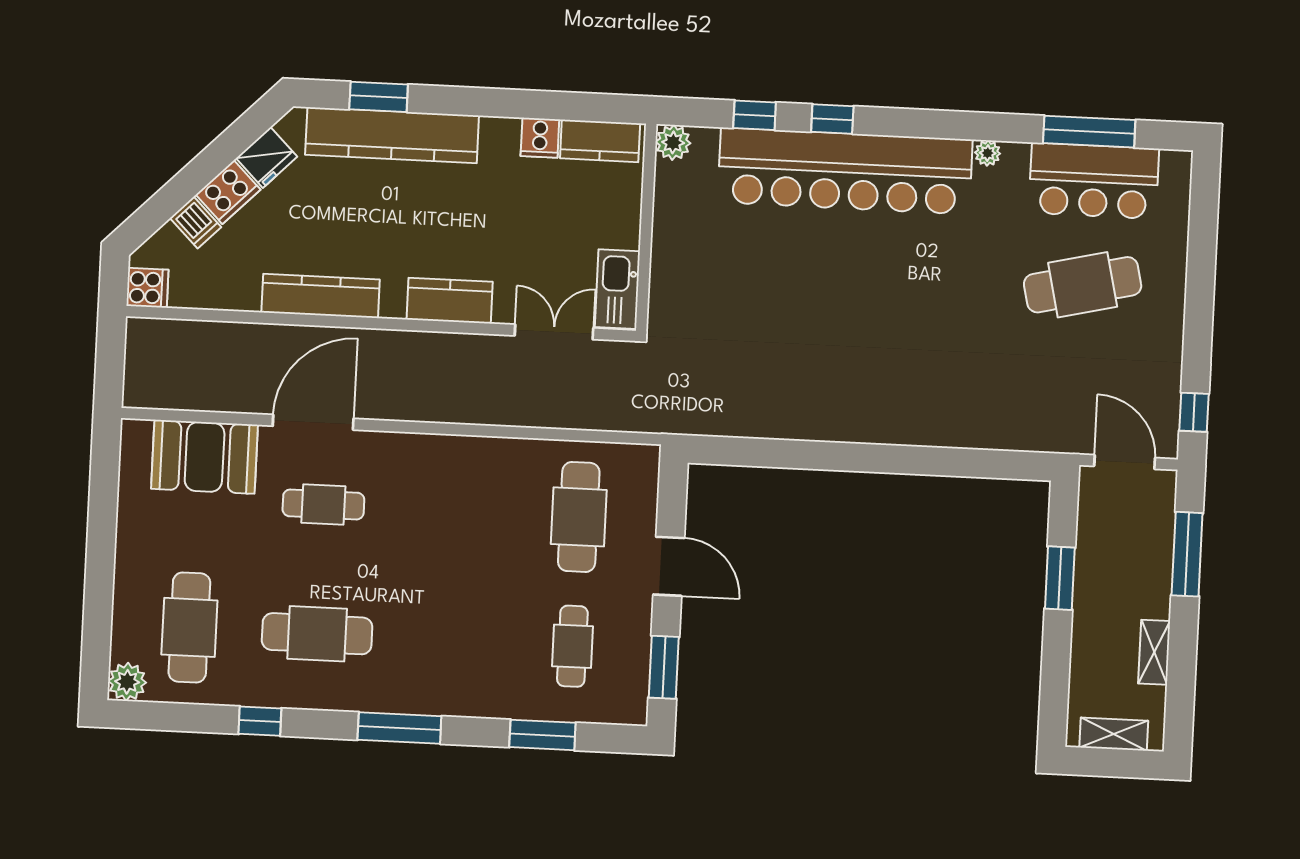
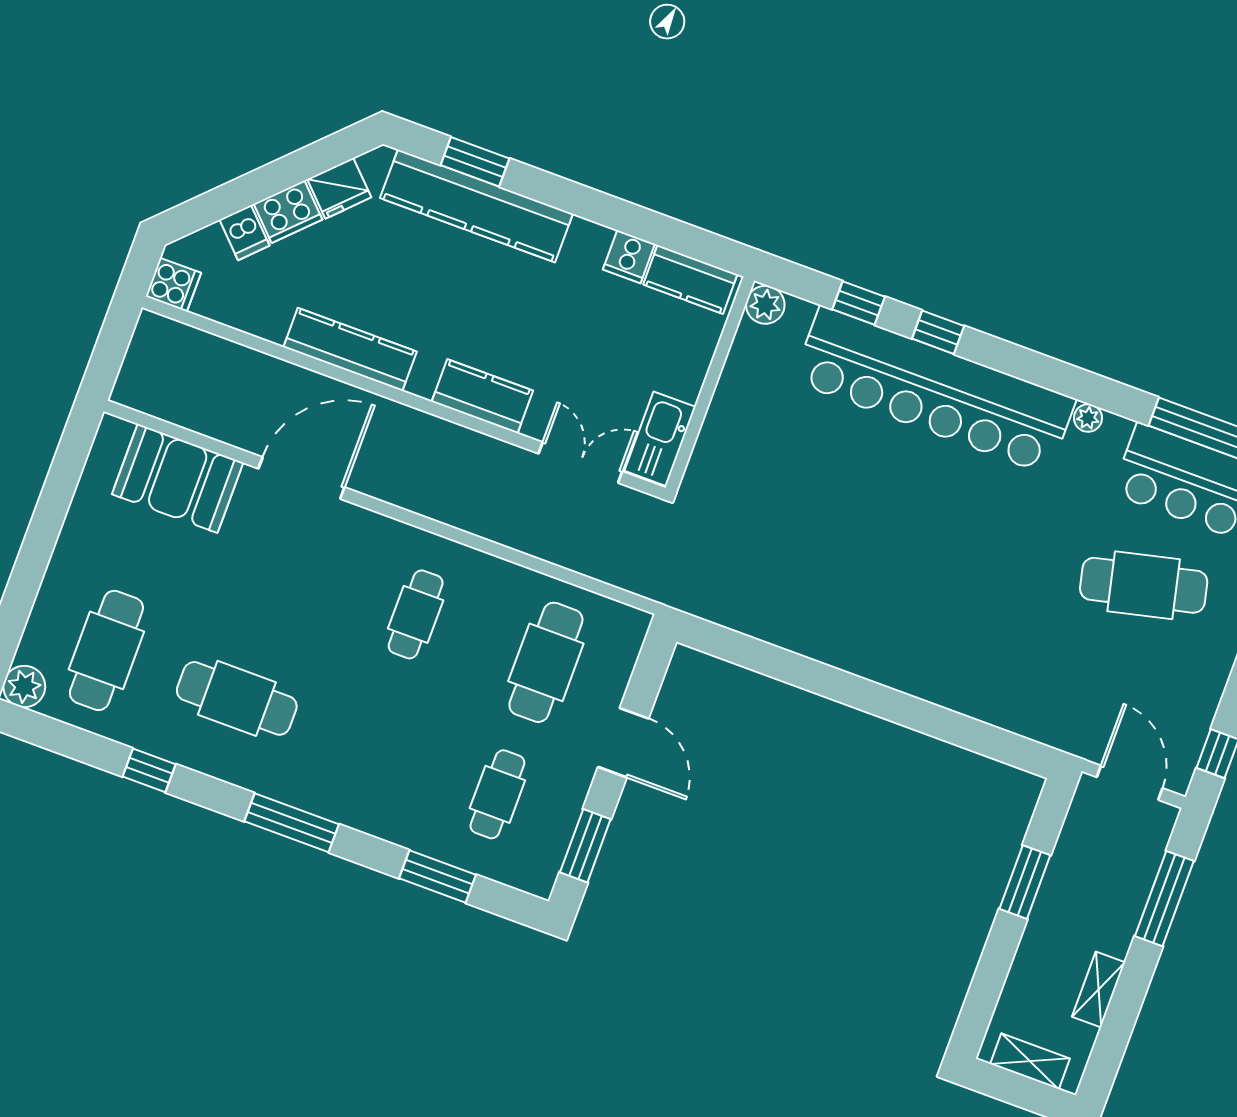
cafe table: (323, 504) -> (416, 614), moved, turned 90

